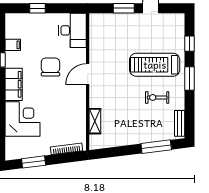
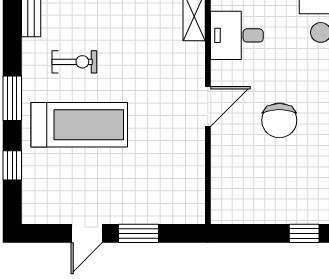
desk: (73, 30) -> (237, 35), moved, width x0.73

